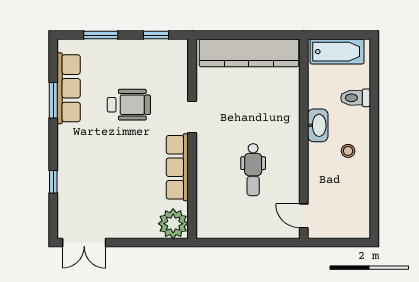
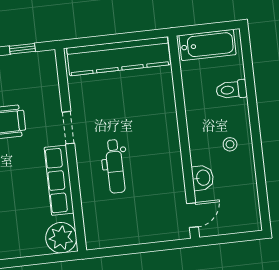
washbasin: (318, 125) -> (203, 178), moved, width x0.72
dental chair: (253, 170) -> (115, 166), moved
door: (304, 216) -> (192, 215), swing flipped

